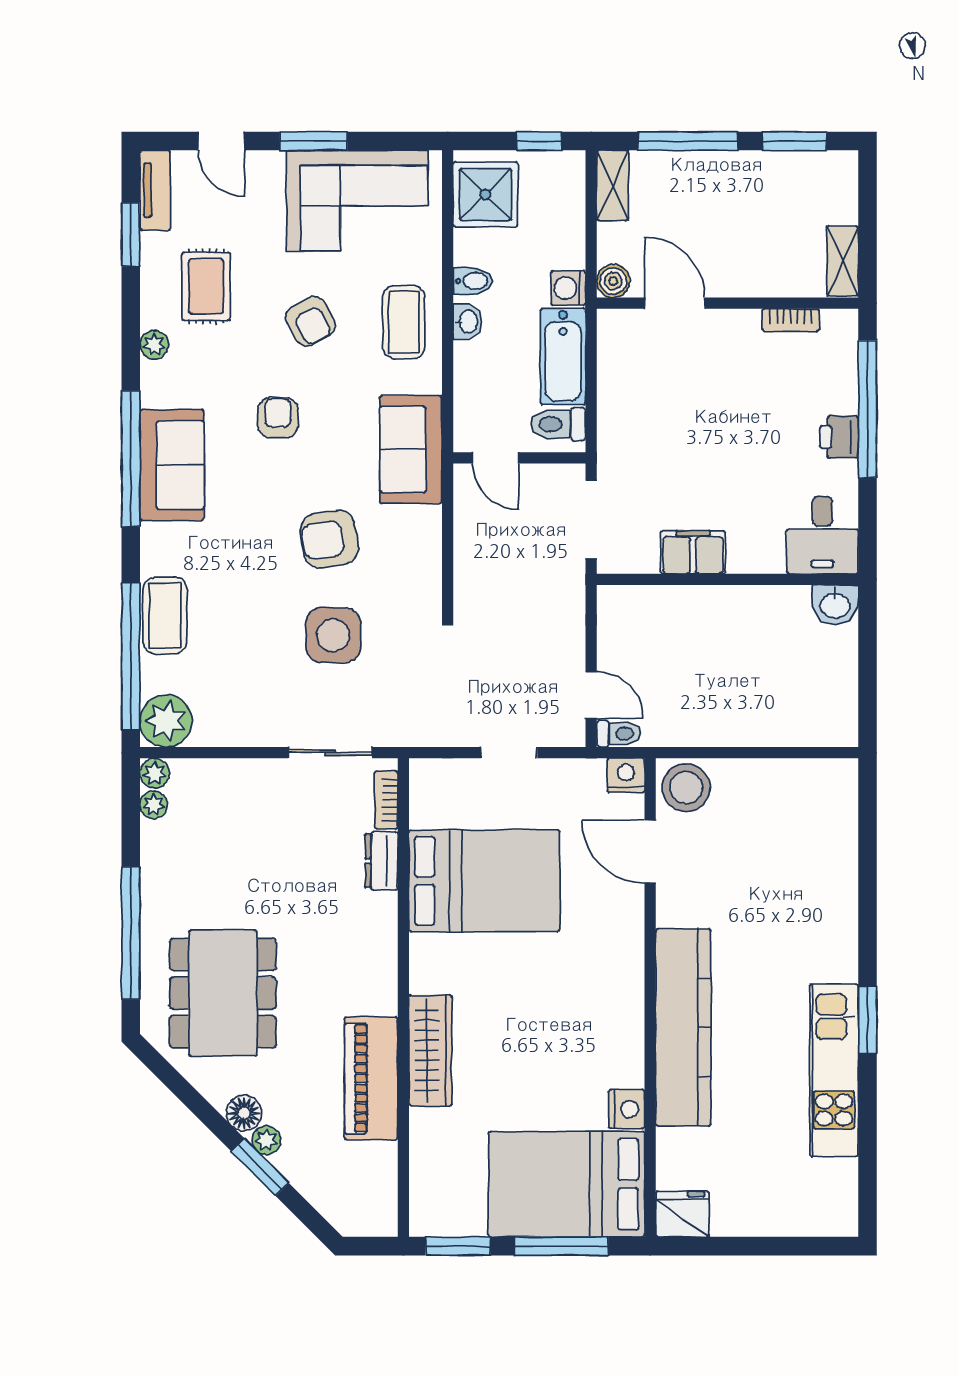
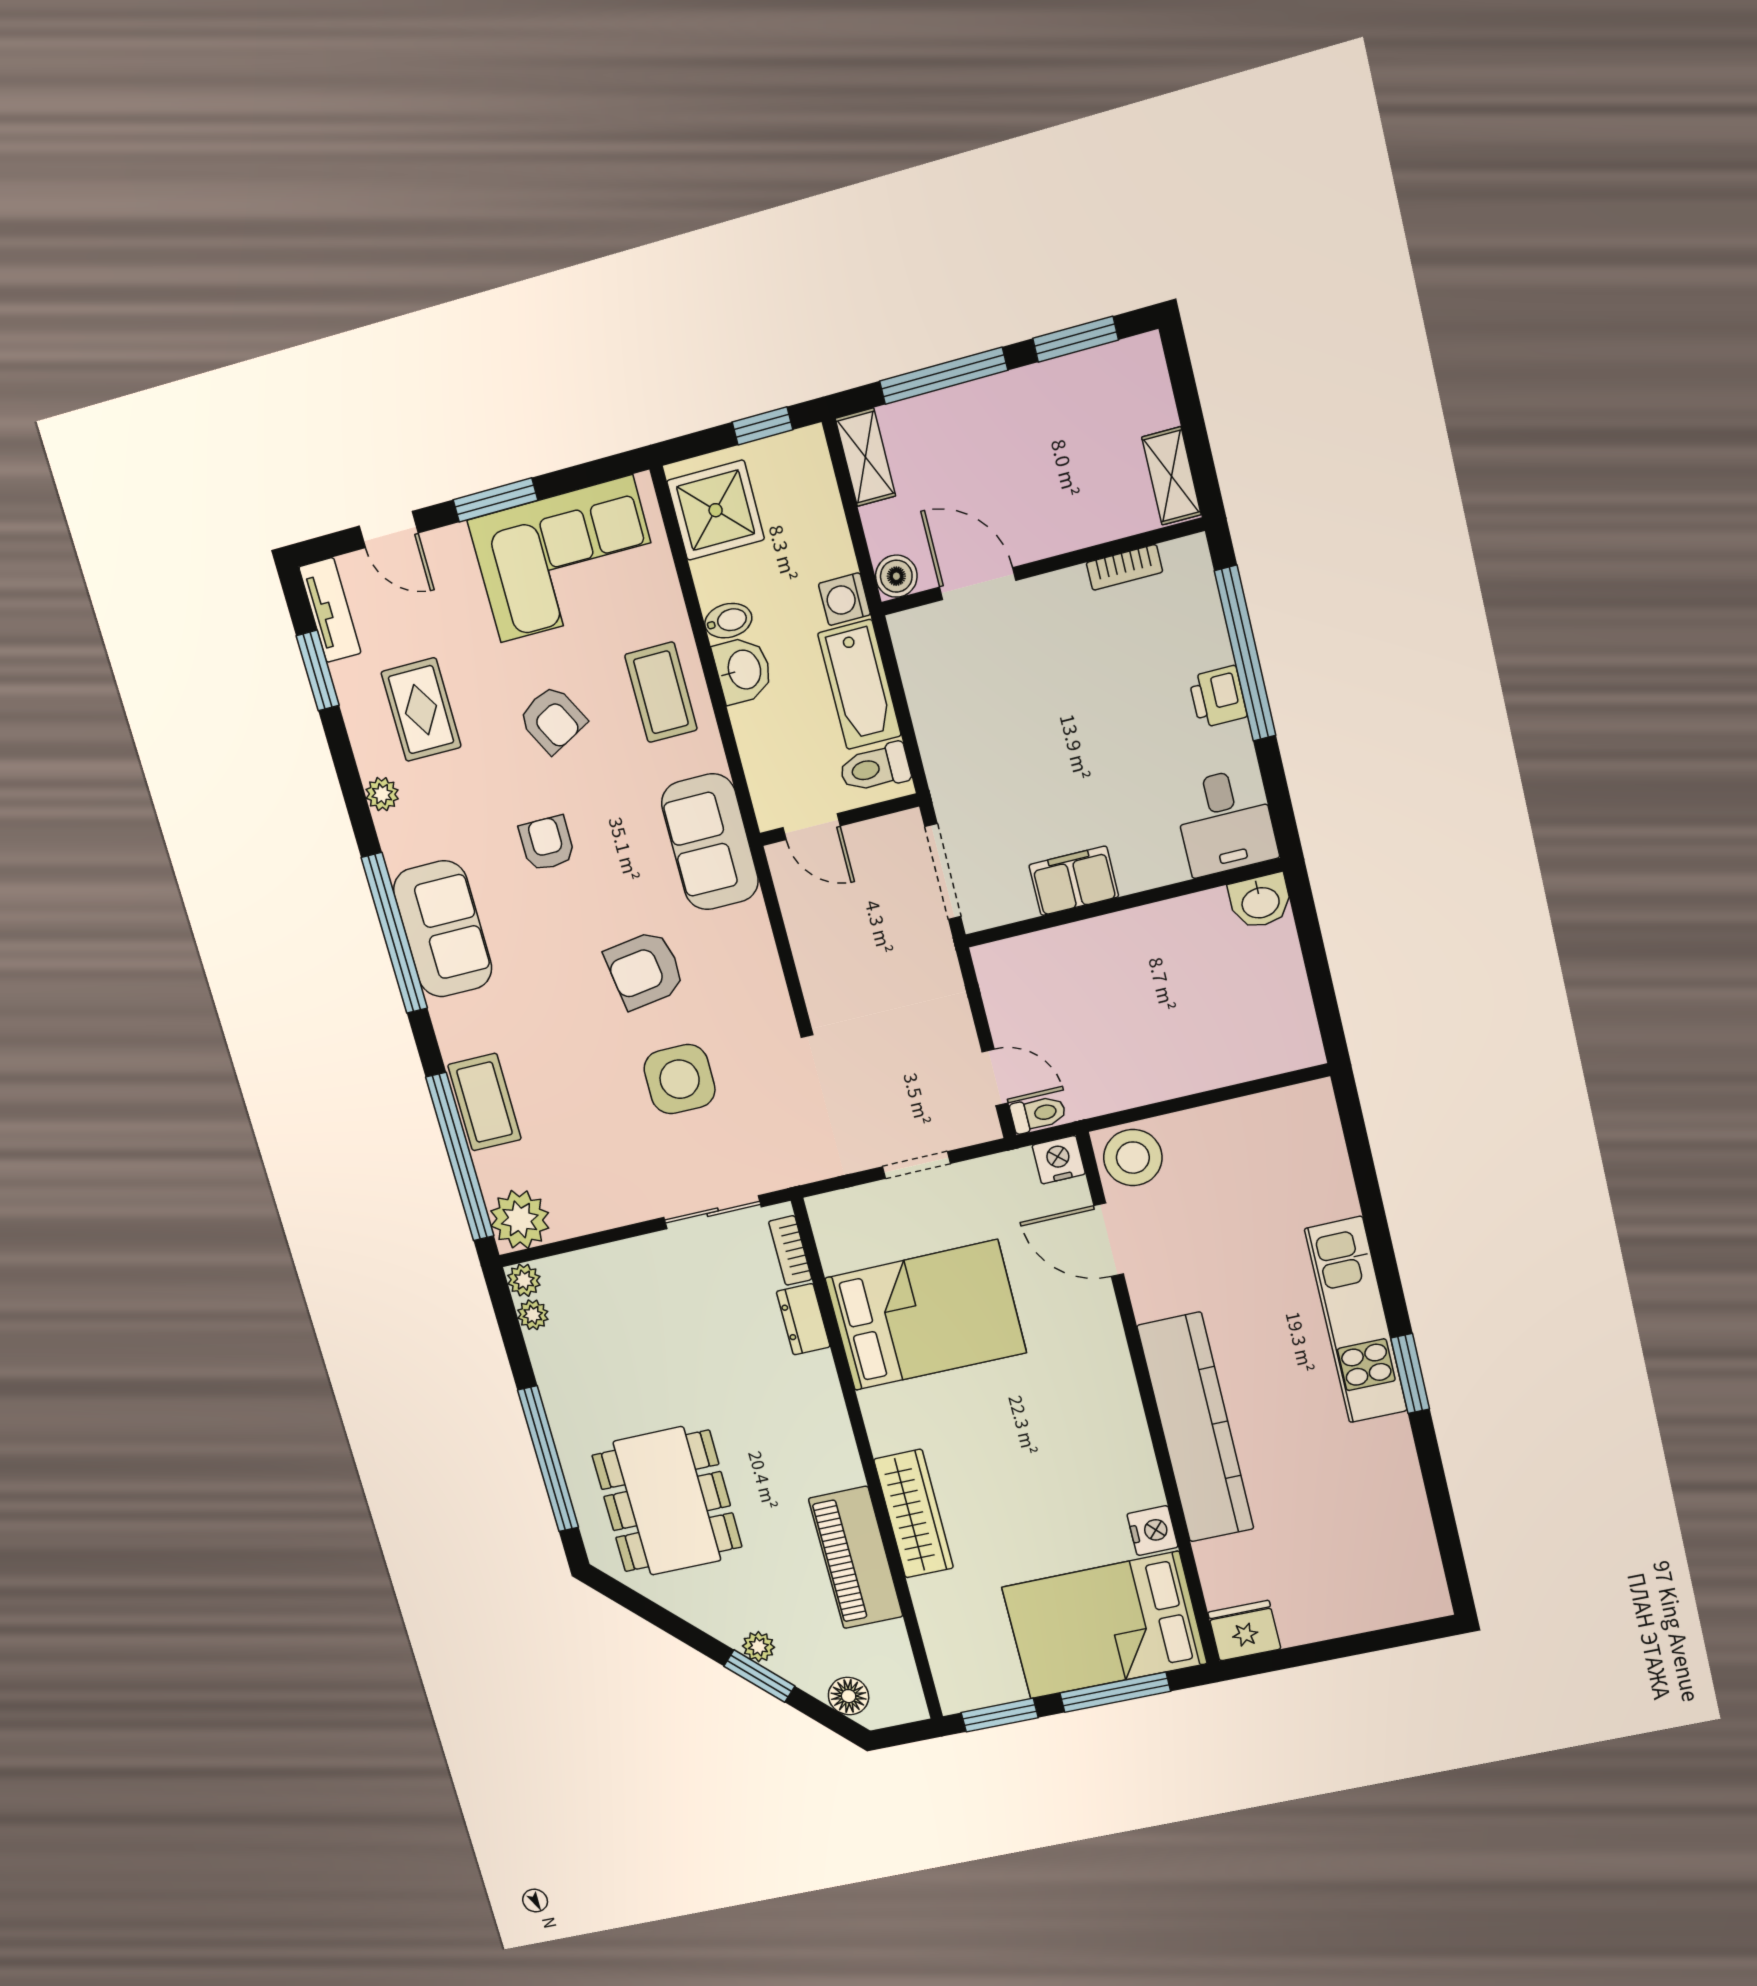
washbasin: (467, 322) -> (743, 670), width x1.38, depth x1.45
kitchen unit: (834, 1070) -> (1356, 1320), moved
floor lamp: (244, 1113) -> (849, 1696), moved

